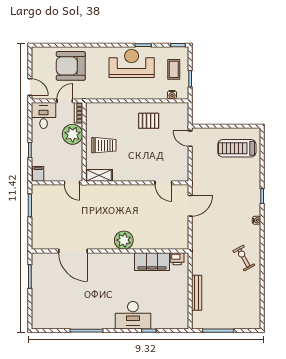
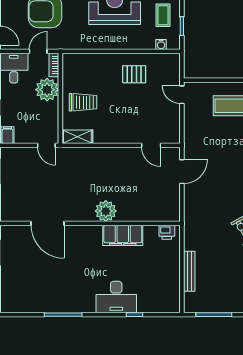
filing cabinet: (152, 262) -> (123, 235), moved

